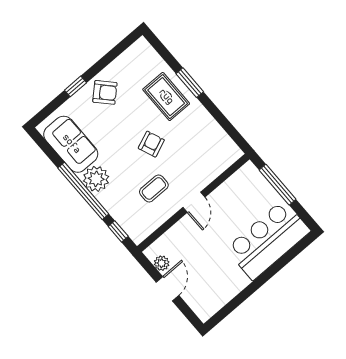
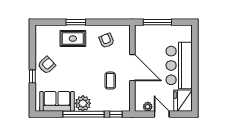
armchair: (151, 144) -> (107, 41), moved
door: (194, 202) -> (132, 68), width x1.88
bar counter: (268, 240) -> (179, 65), moved
fridge: (207, 301) -> (183, 101), added

